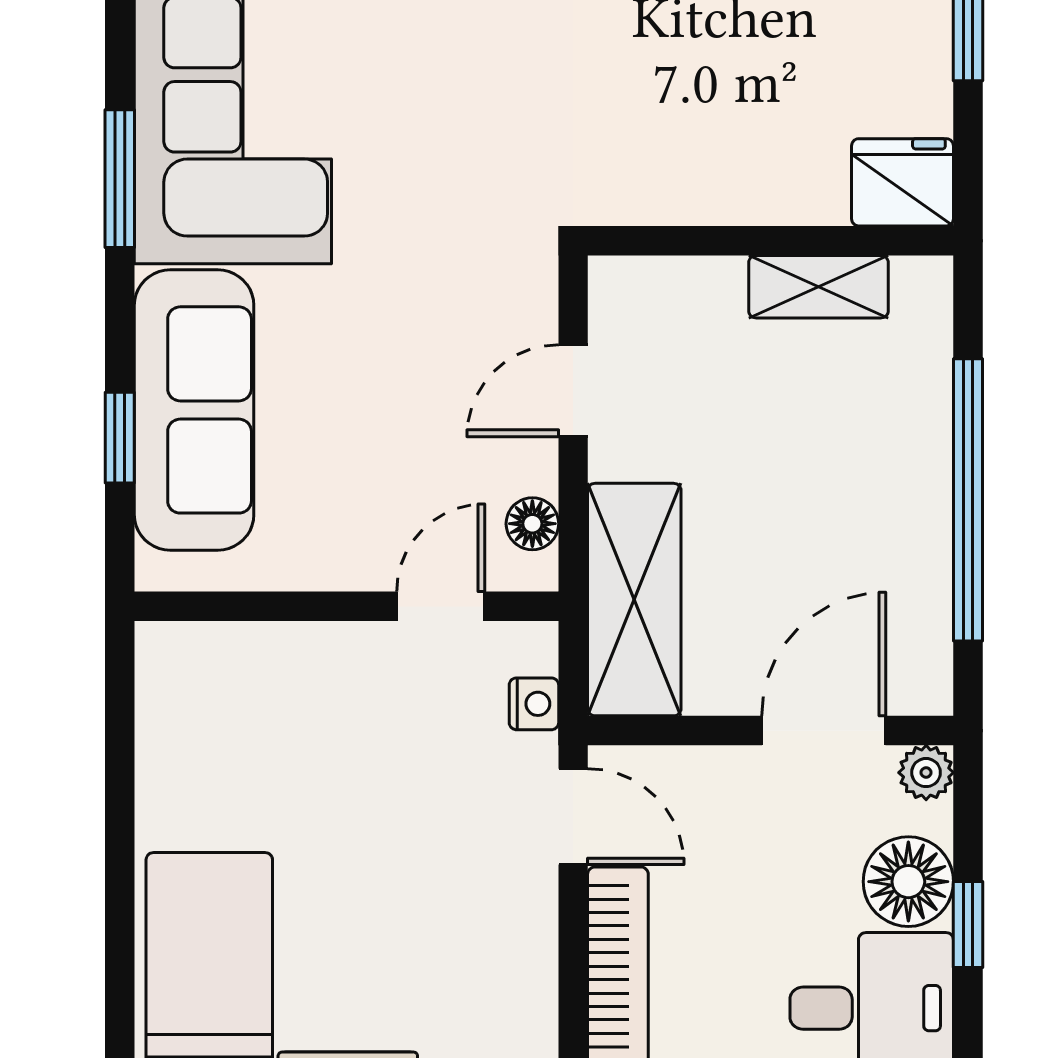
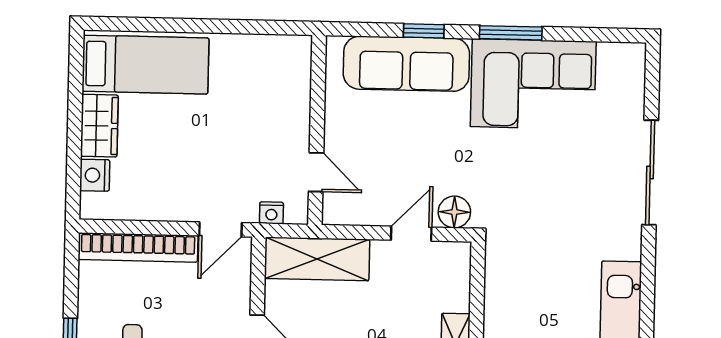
door: (573, 391) -> (411, 234), hinge flipped
window: (120, 438) -> (424, 31), moved
floor lamp: (532, 524) -> (454, 212), moved, width x1.37, depth x1.37

